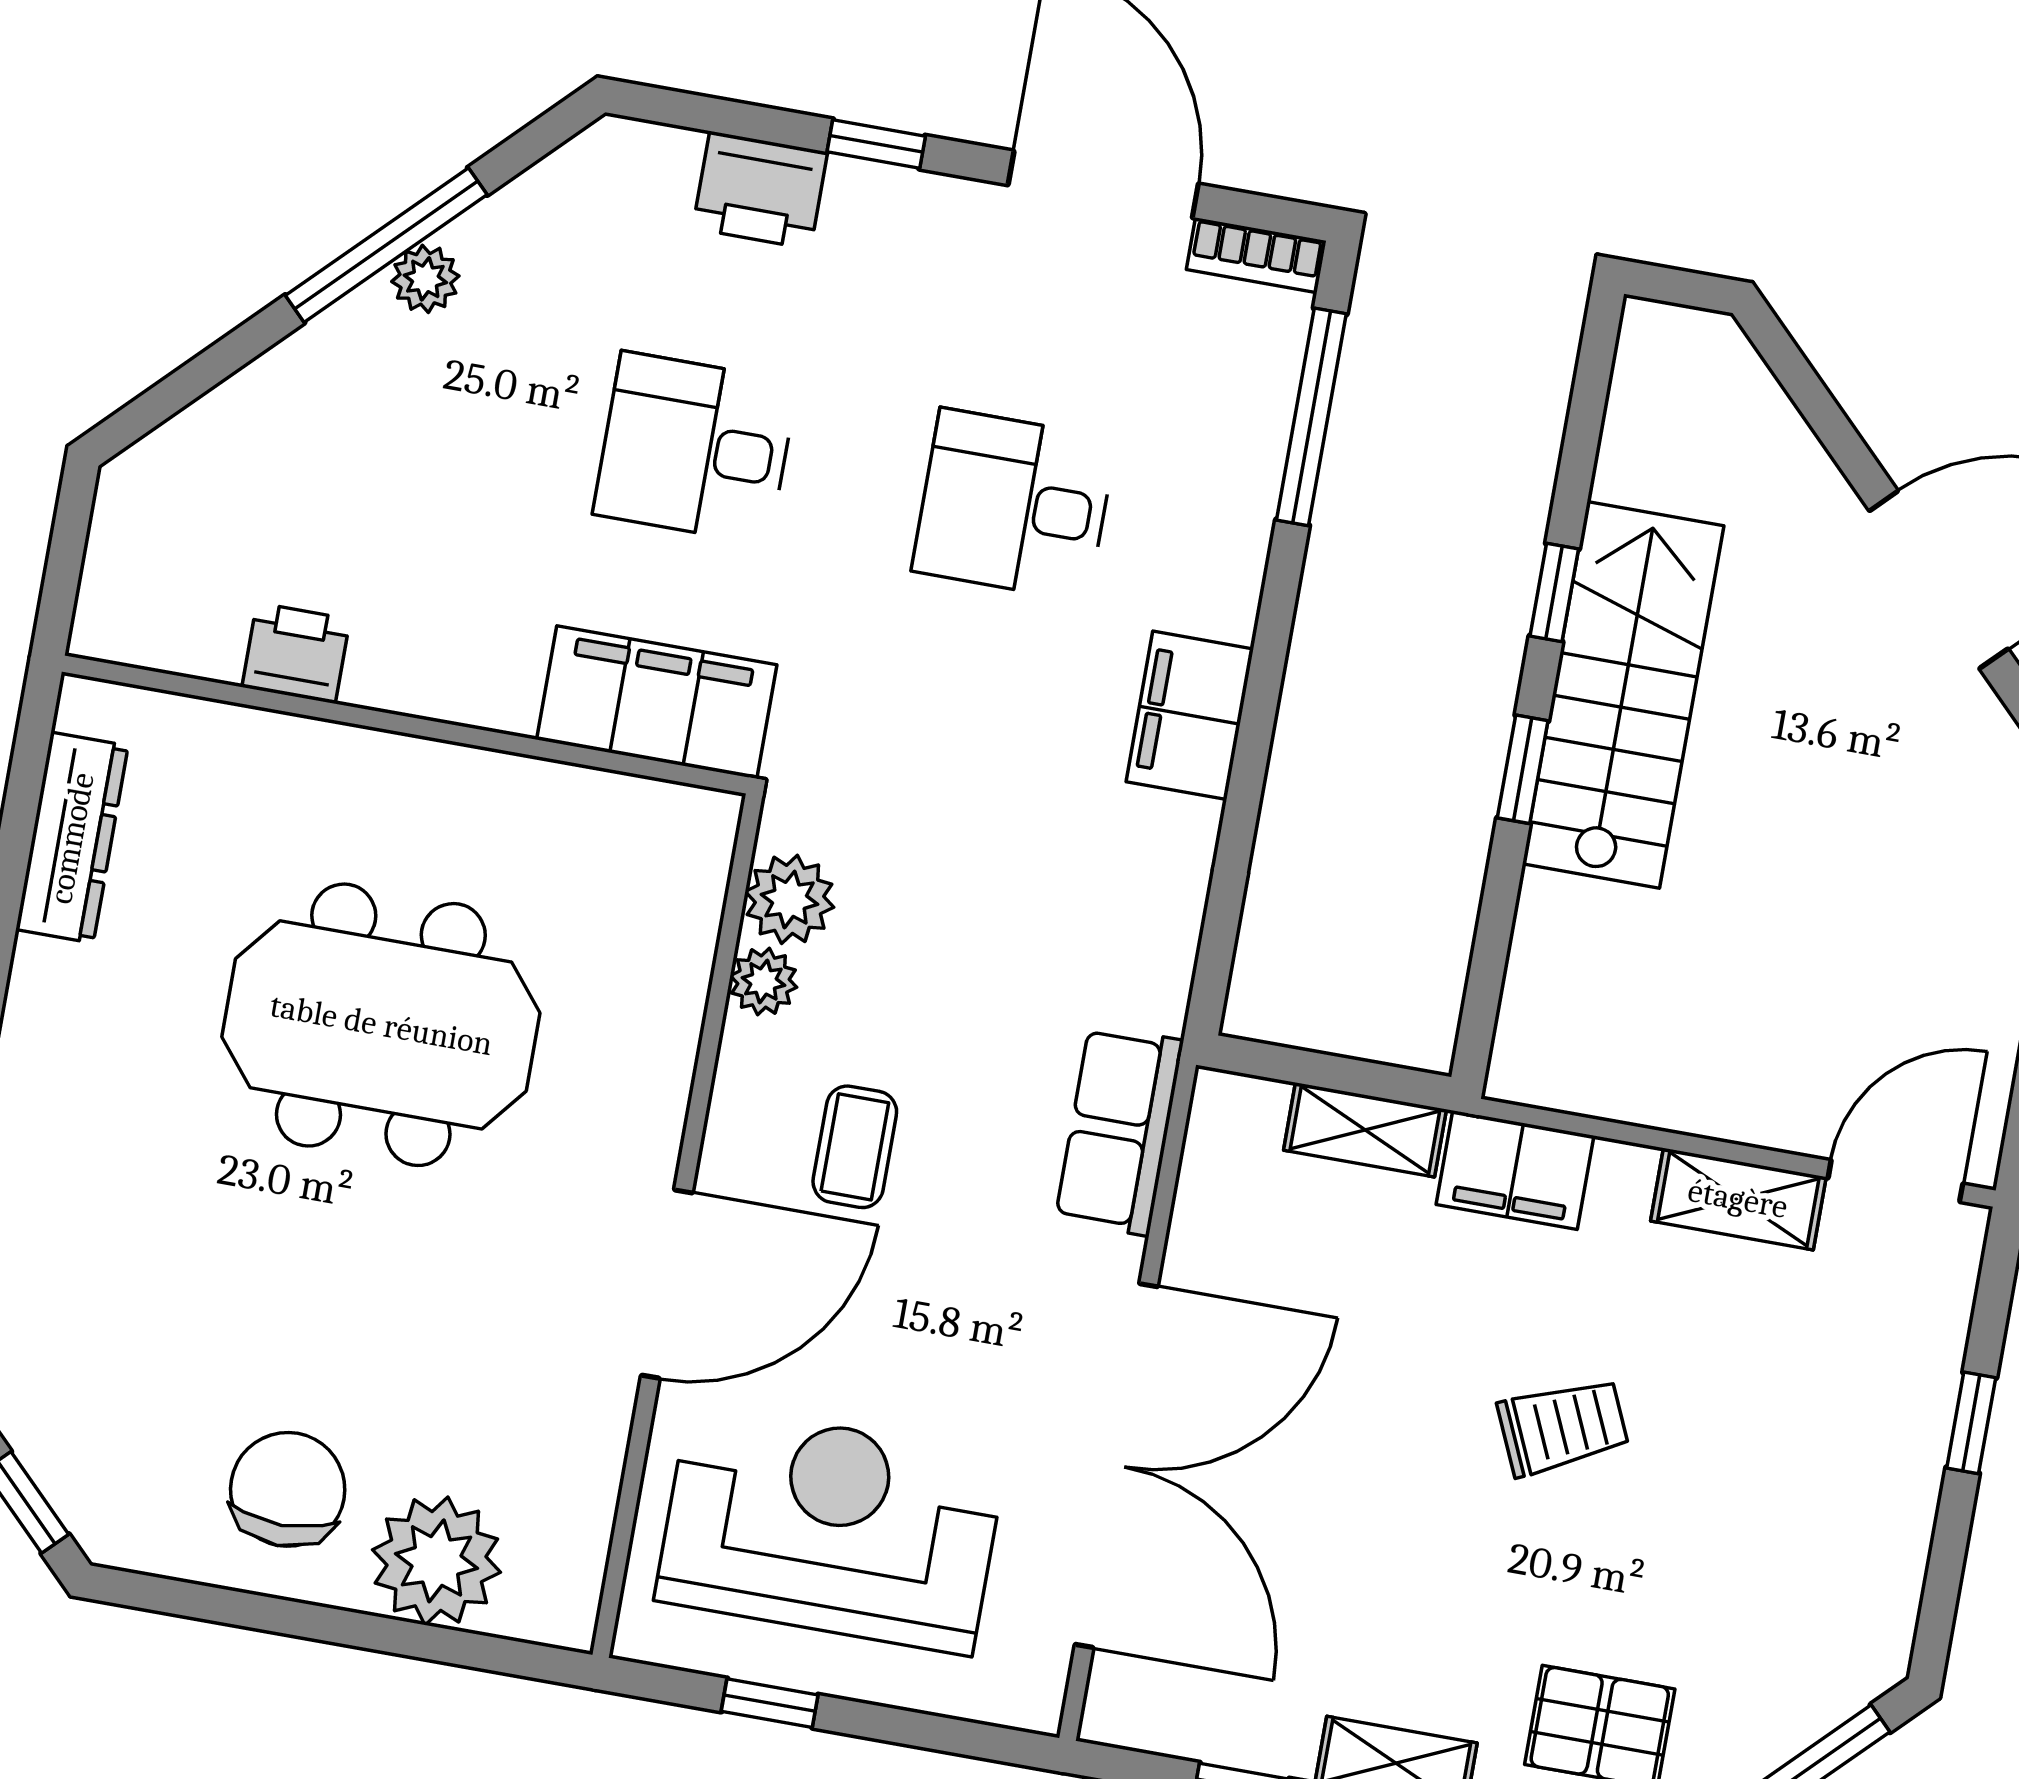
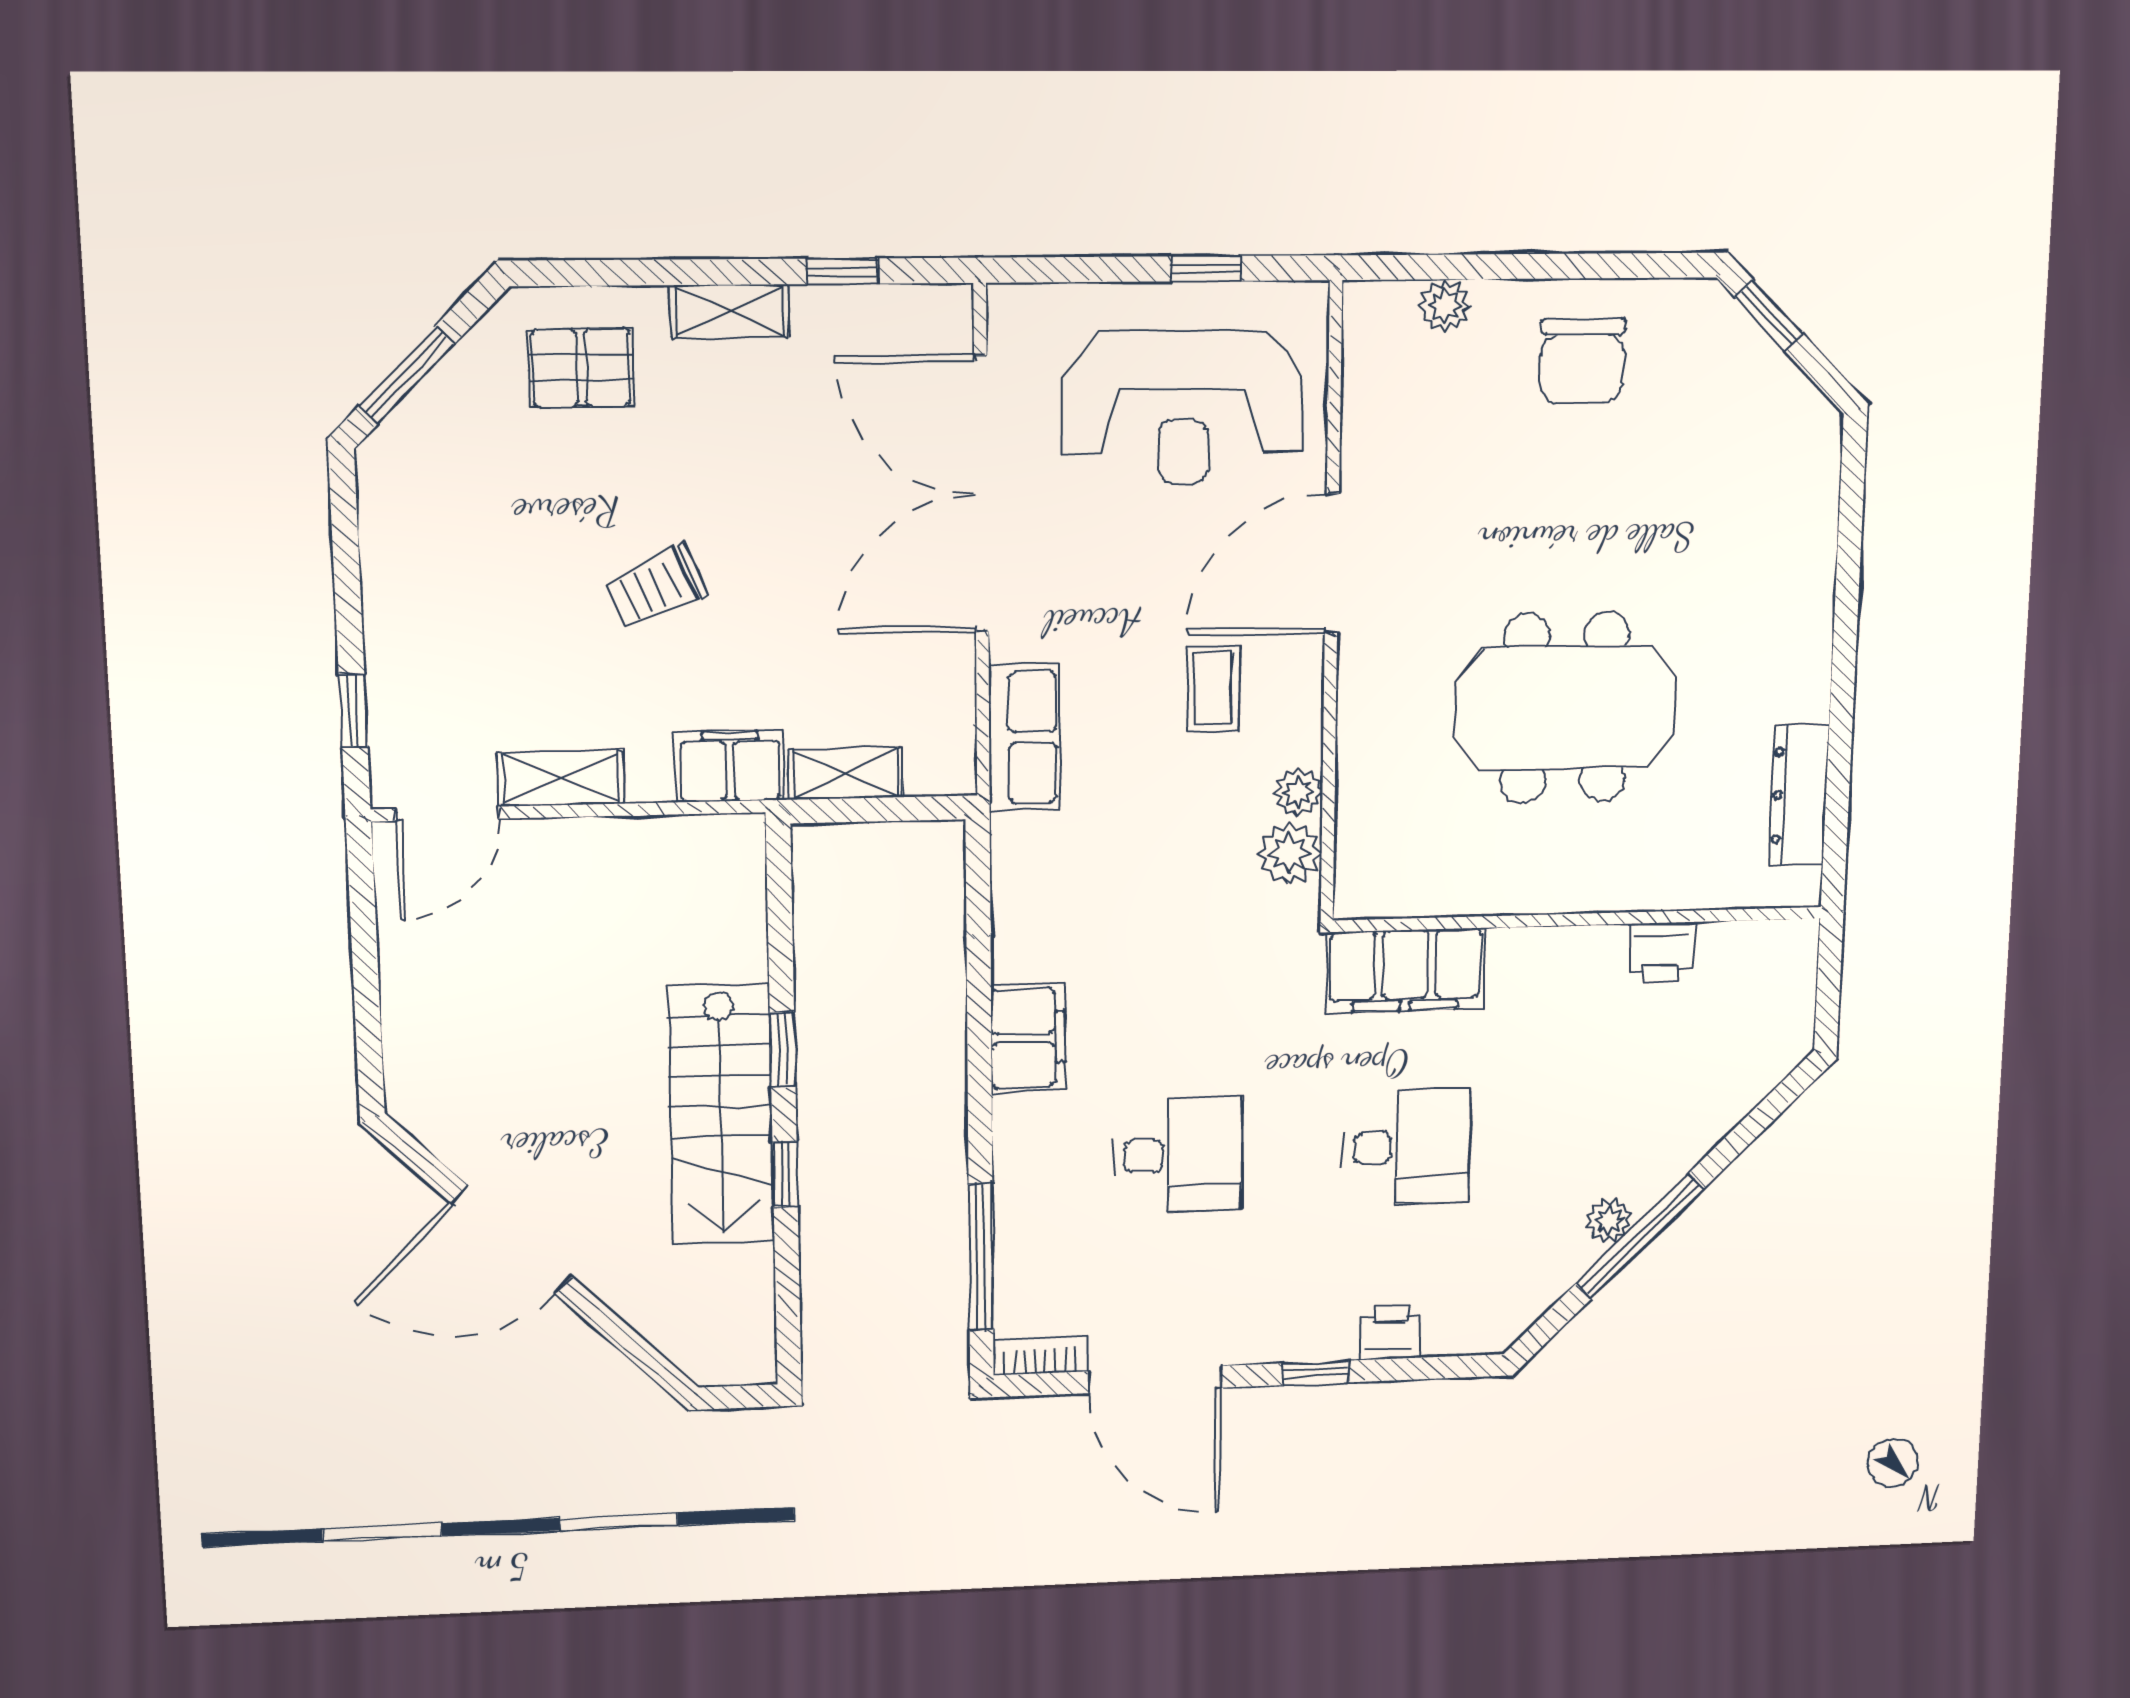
printer: (760, 190) -> (1390, 1333), width x0.73, depth x0.81
window: (1971, 1423) -> (353, 711), moved
plant: (436, 1561) -> (1445, 306), width x0.53, depth x0.53

